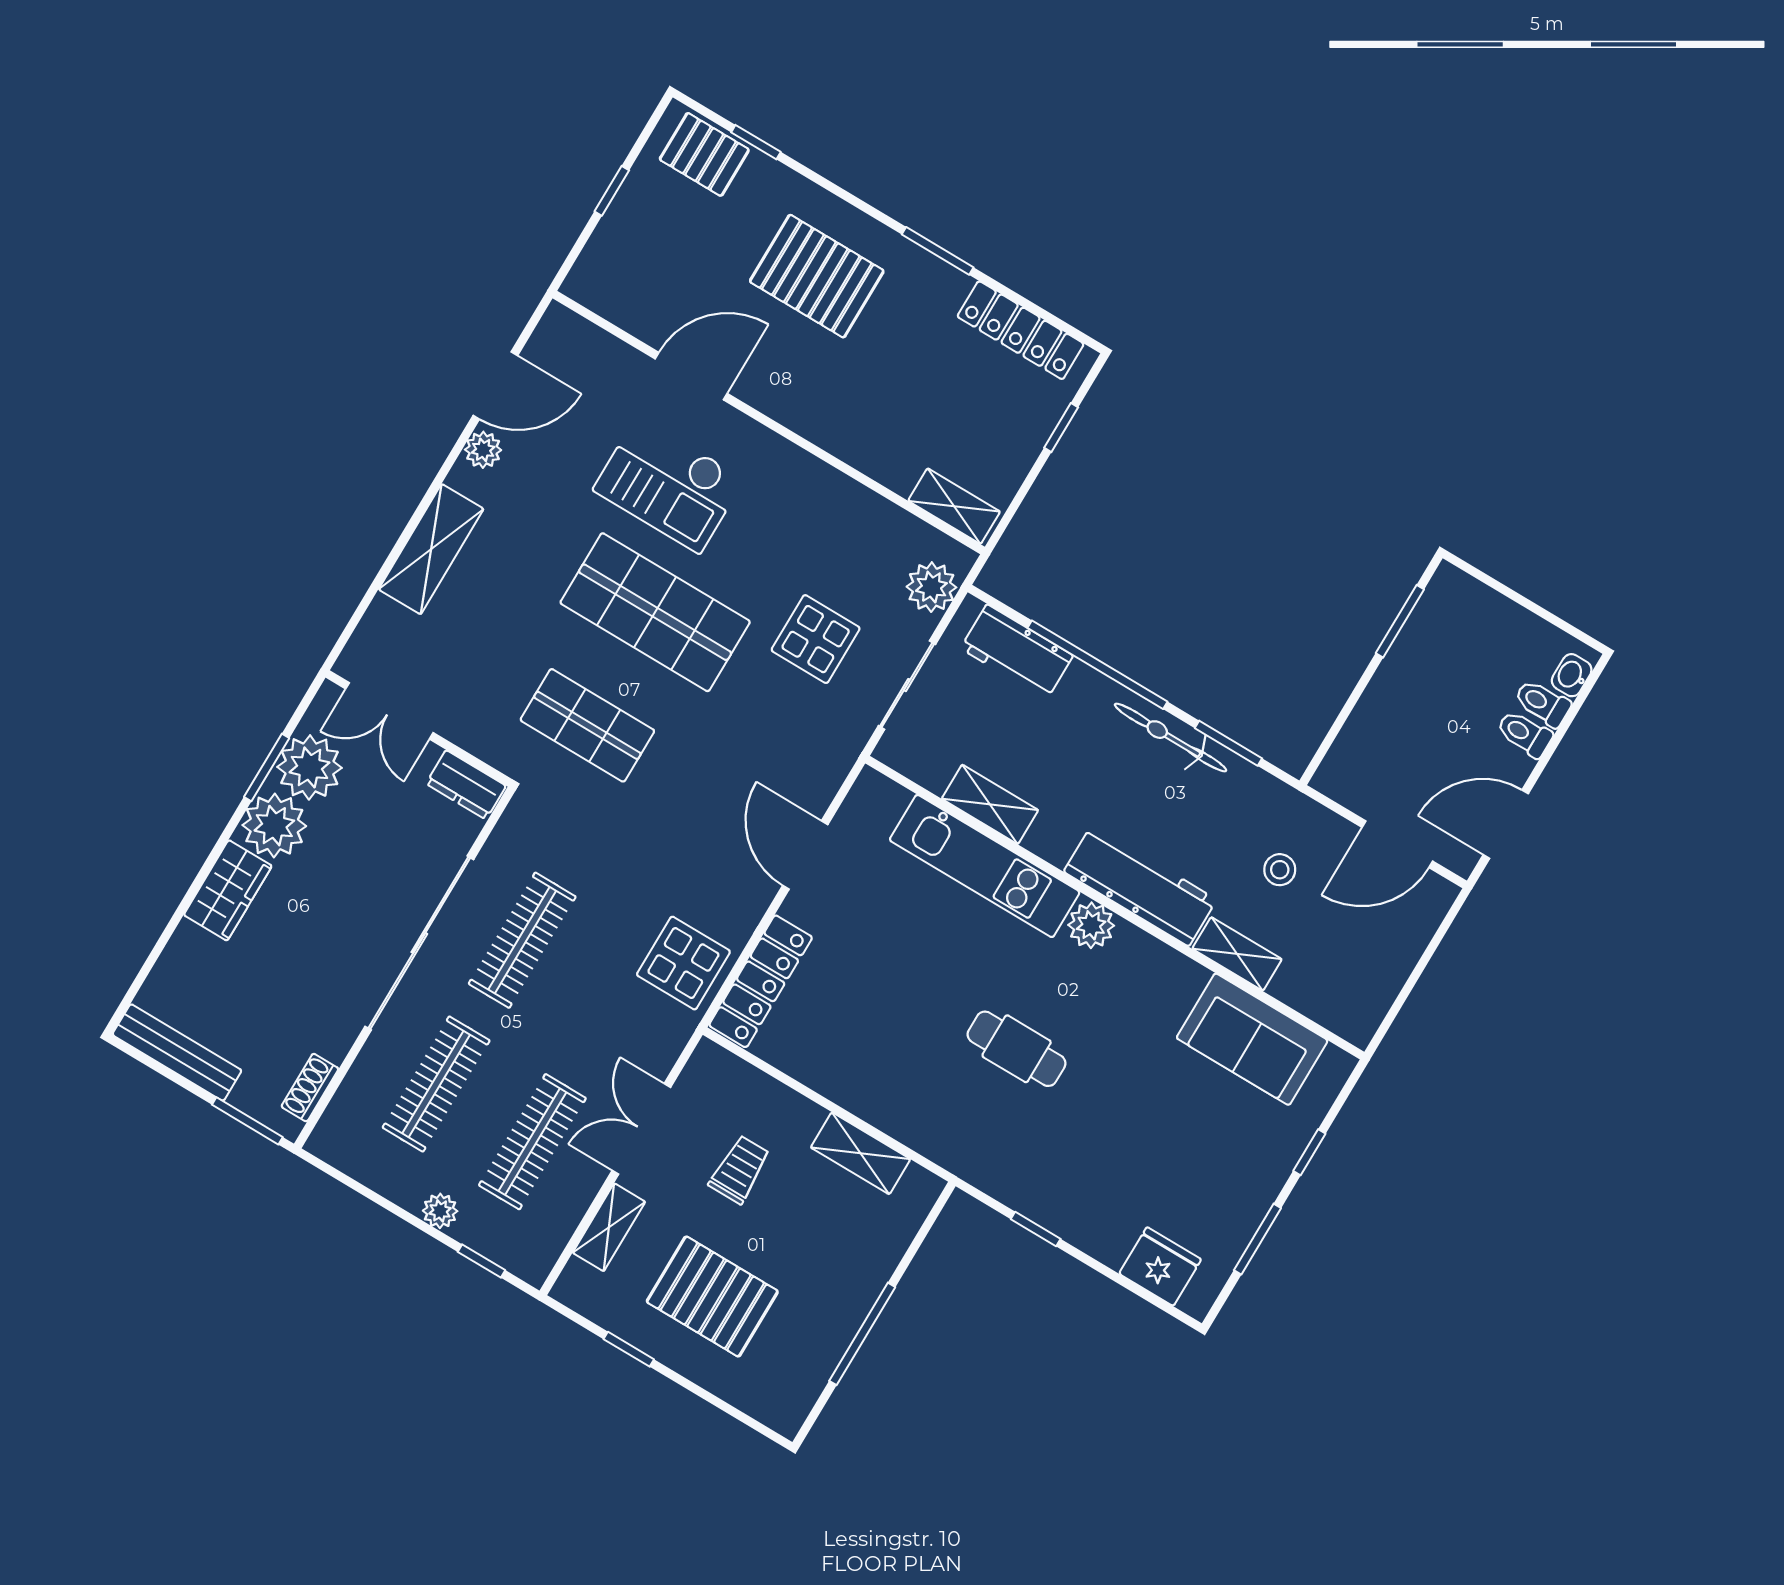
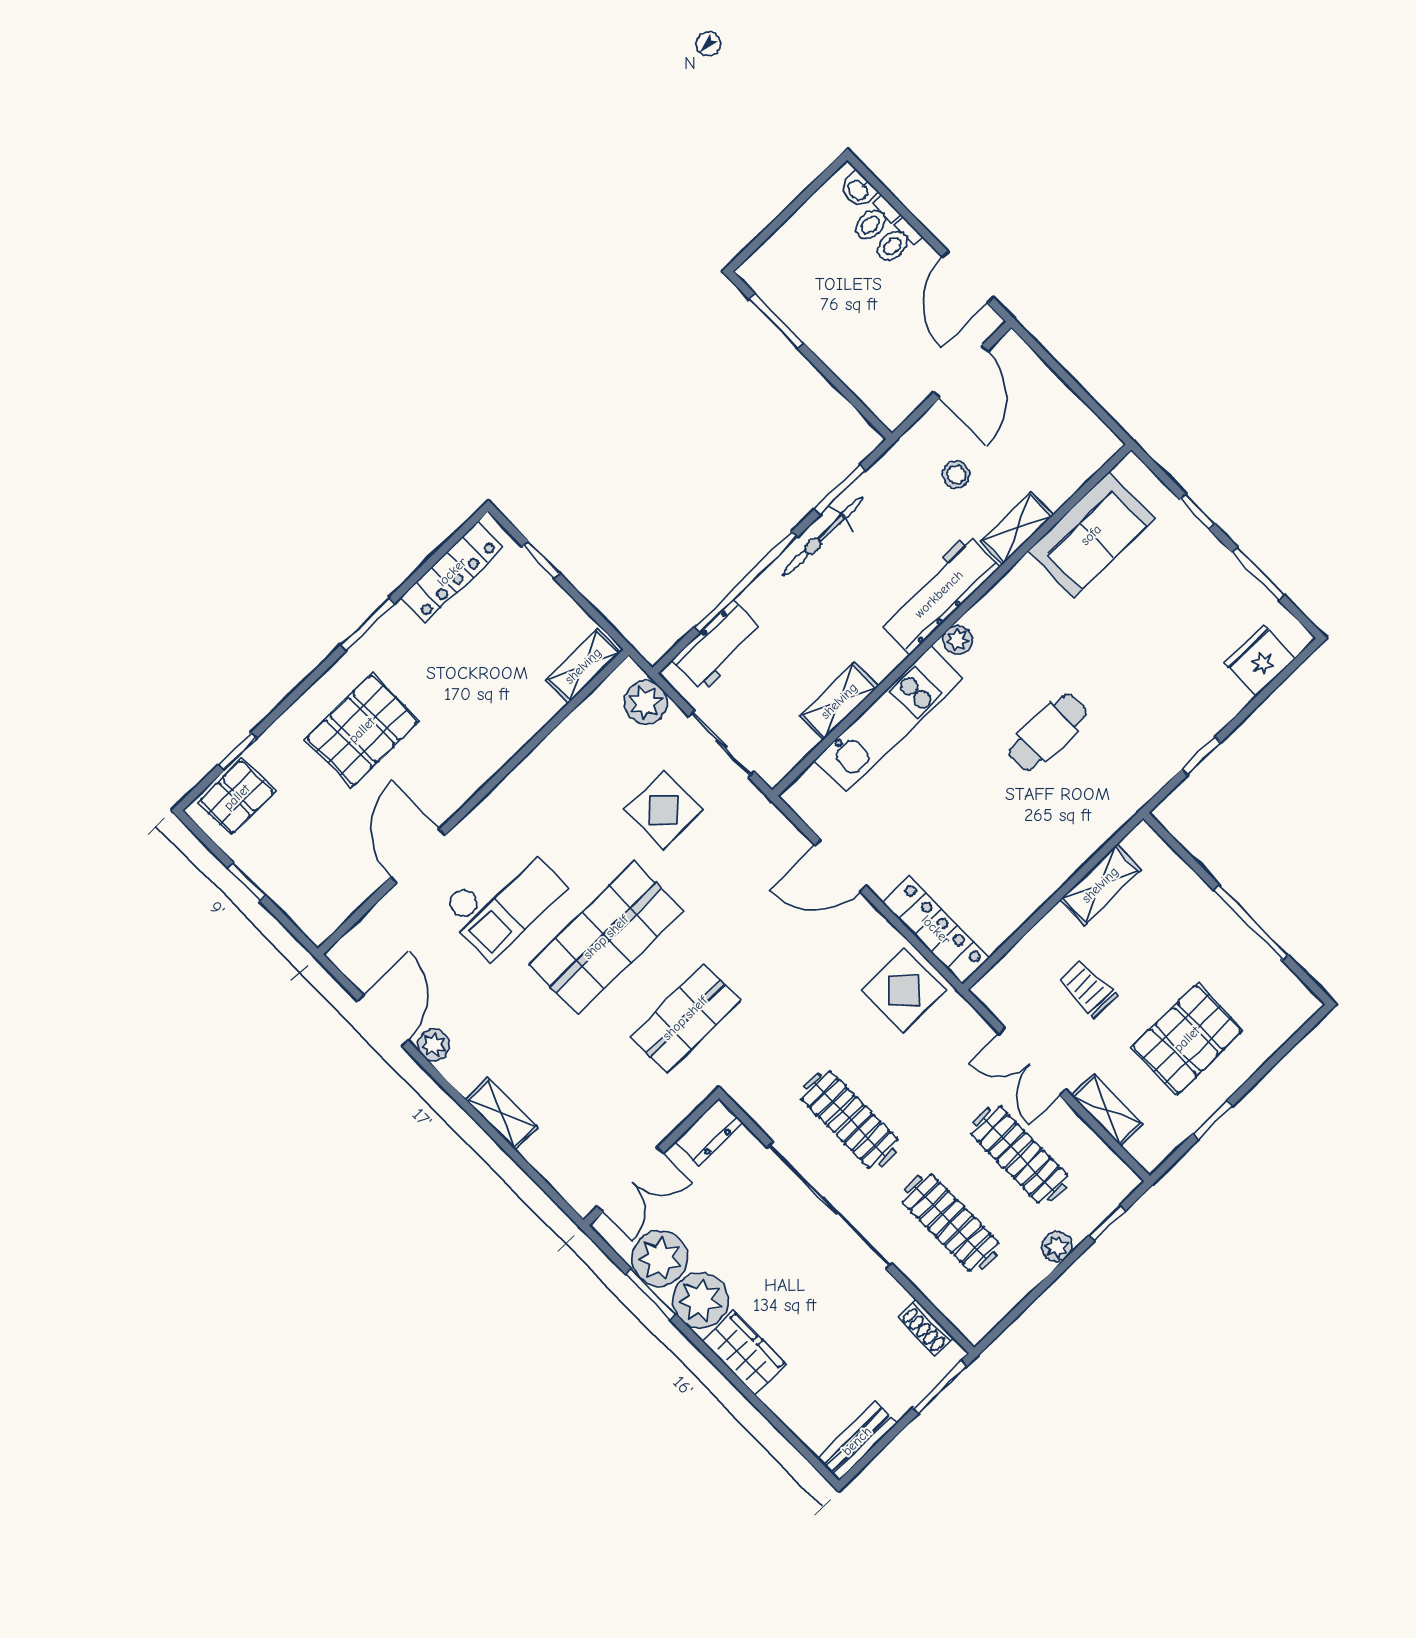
shelving: (431, 549) -> (501, 1114), width x0.67, depth x0.75
plant: (1091, 925) -> (958, 640), width x0.73, depth x0.73
bench: (177, 1052) -> (857, 1441), width x0.73

